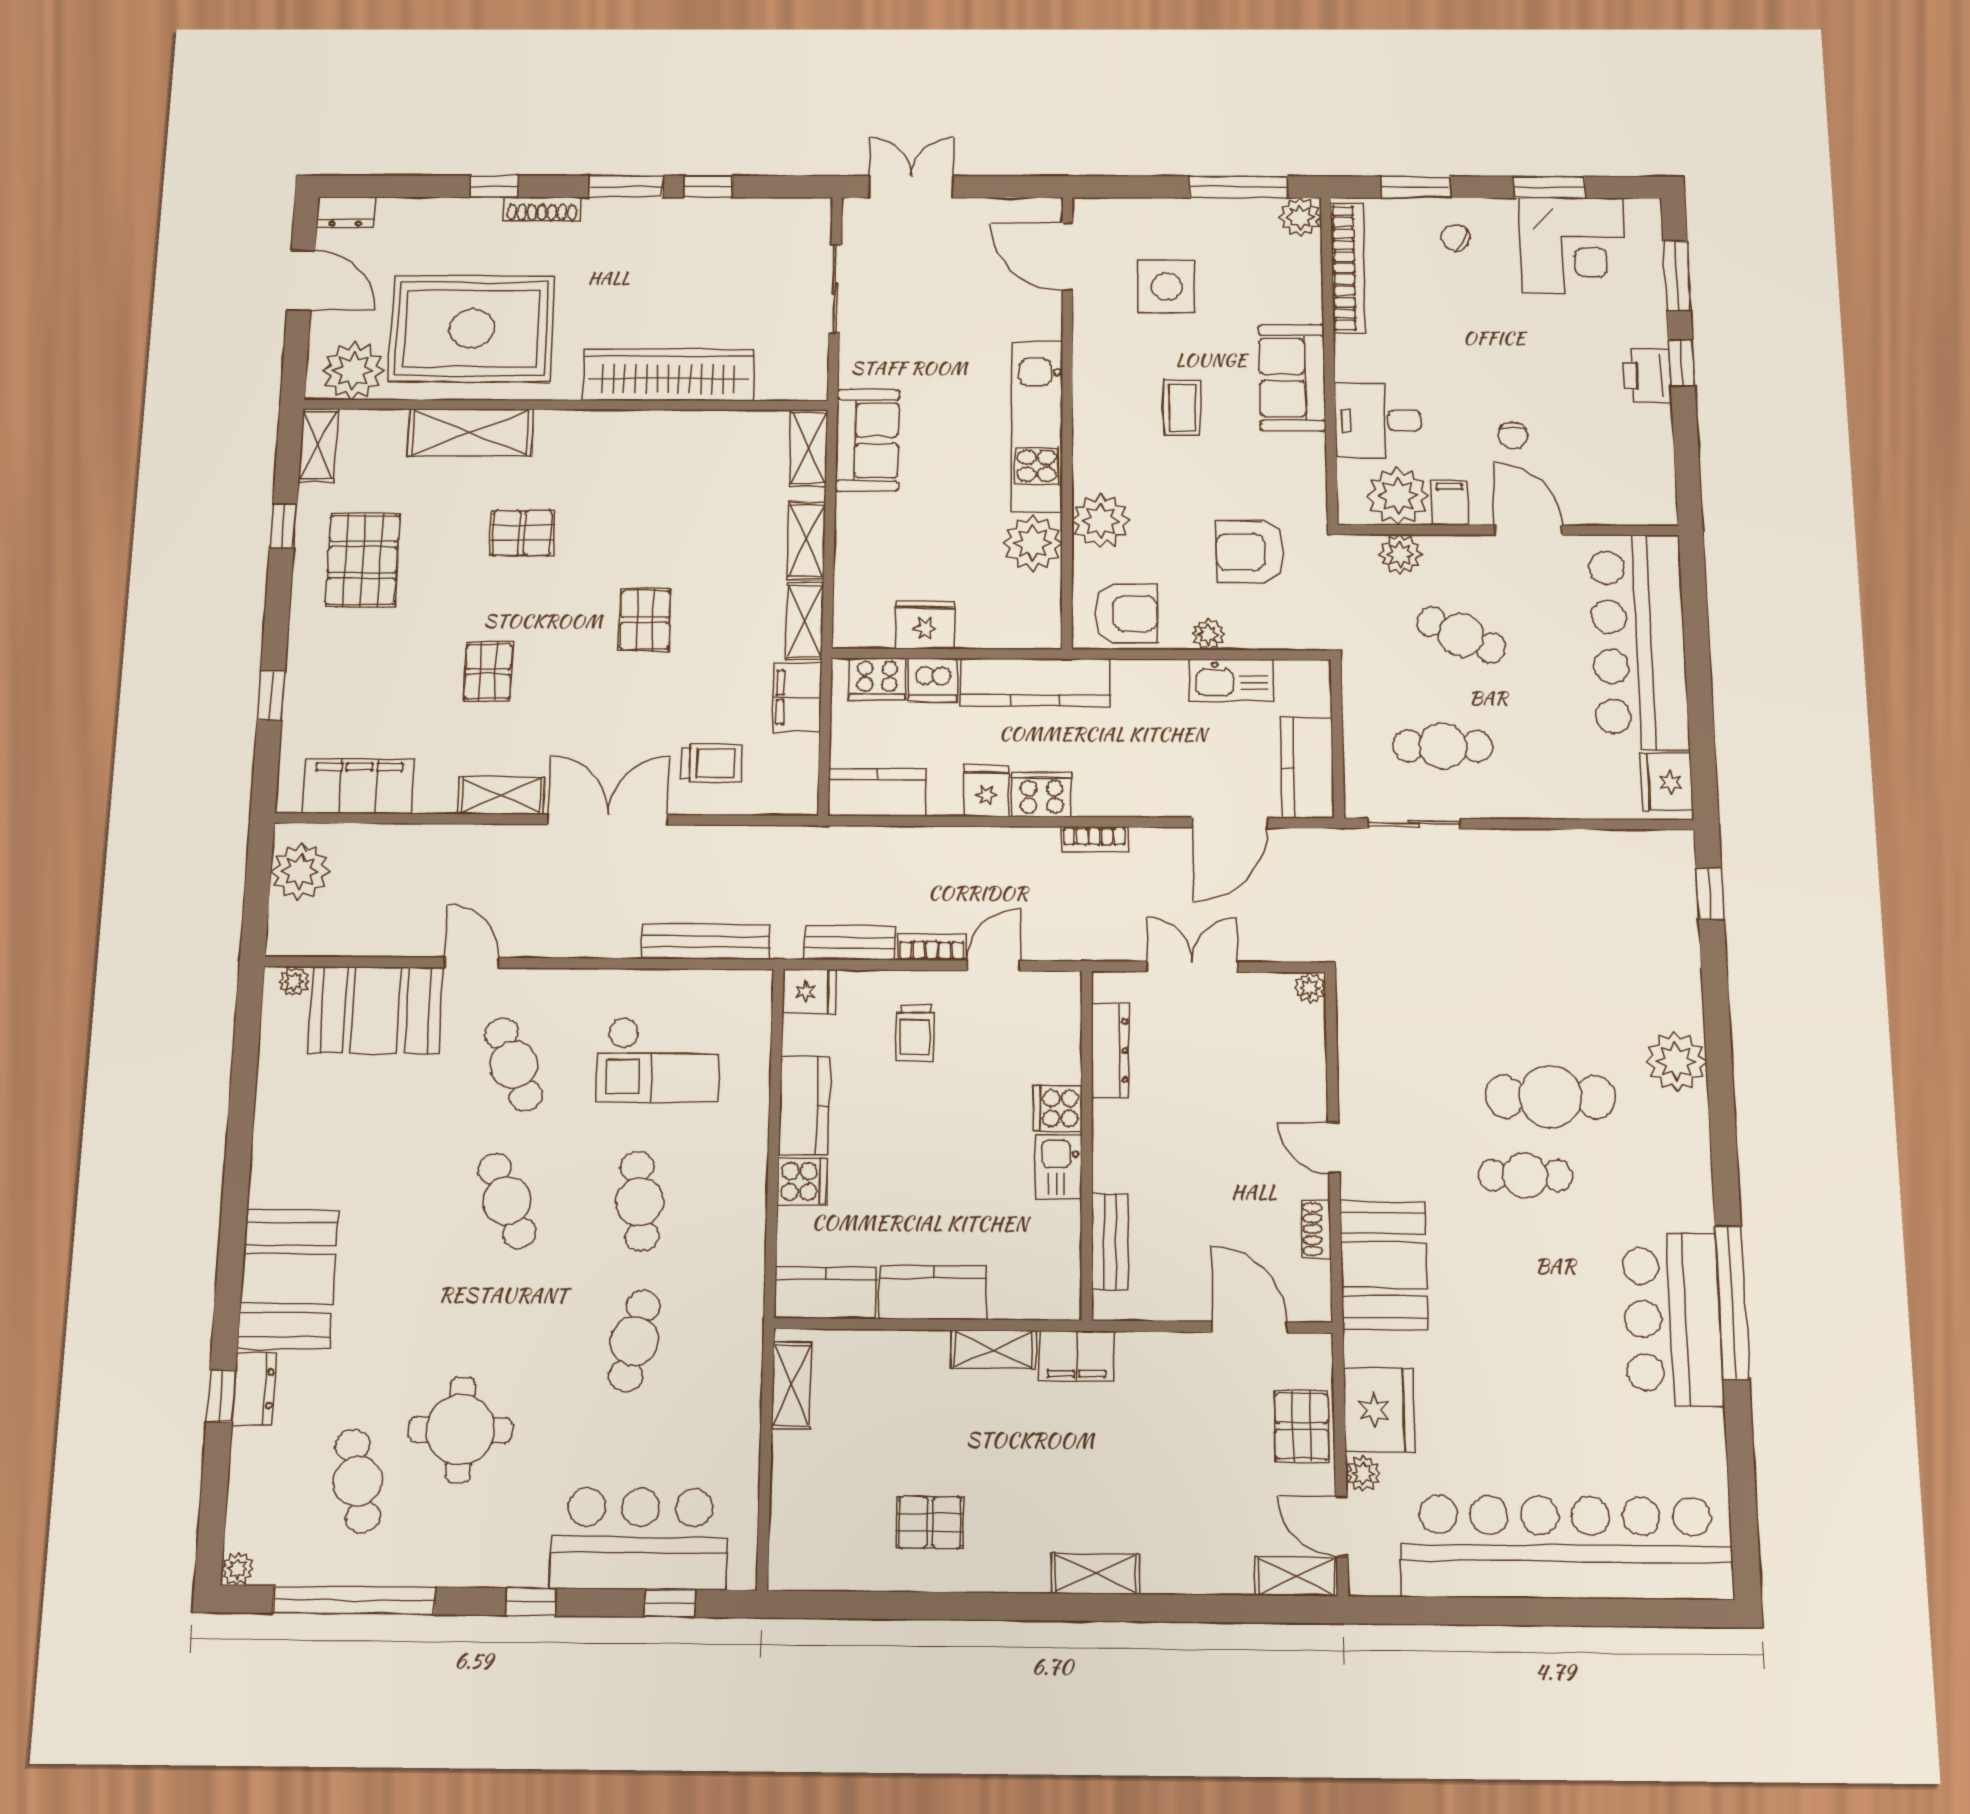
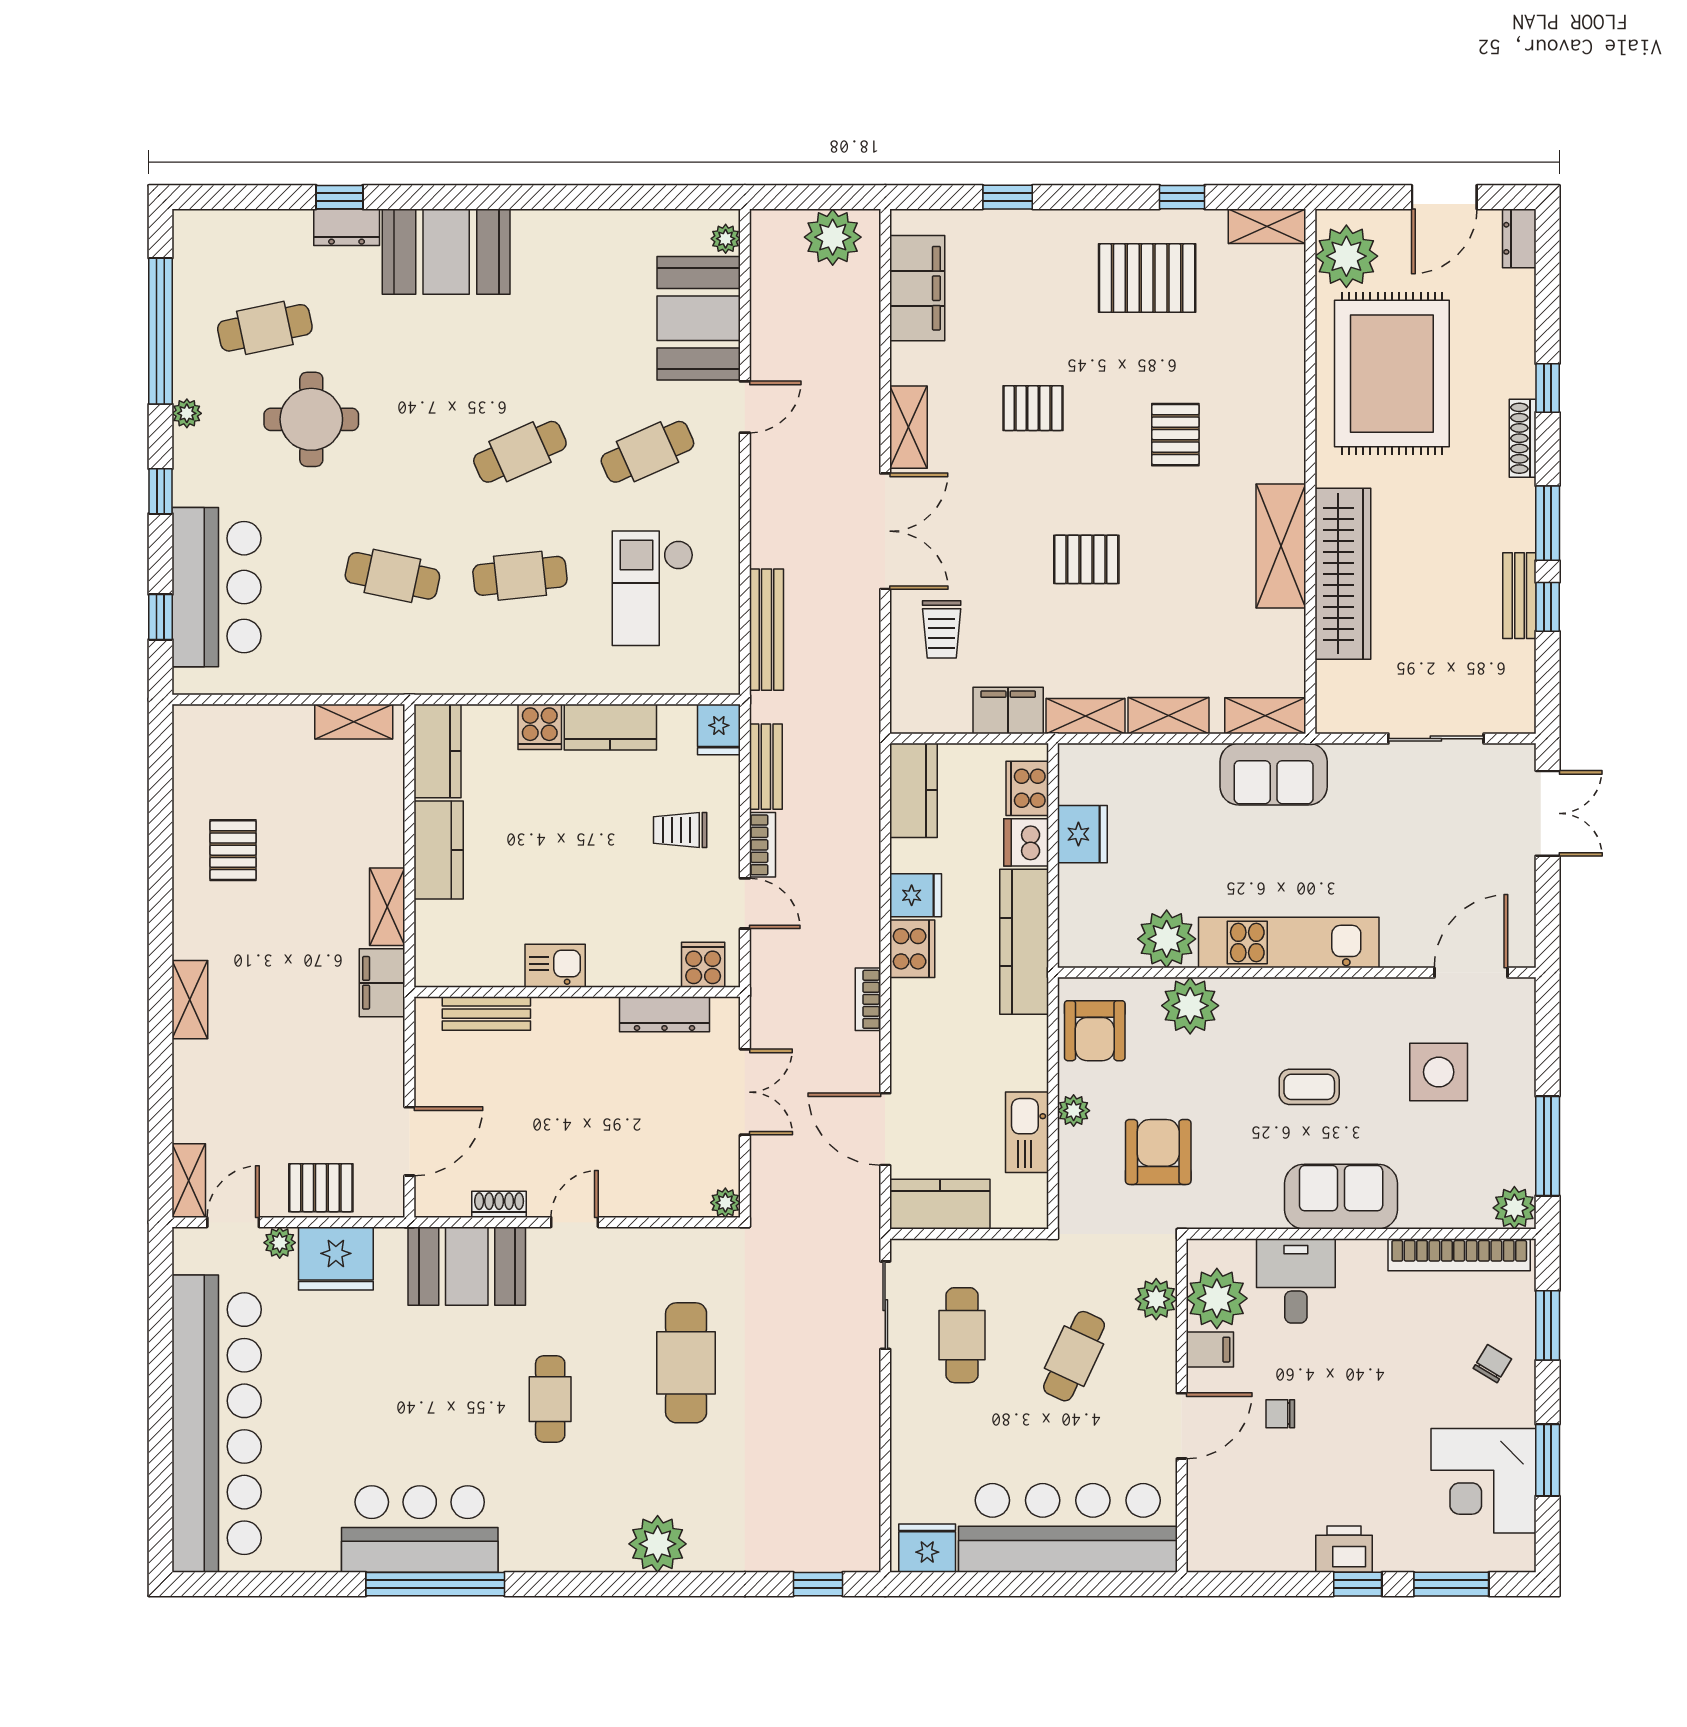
bench: (696, 212) -> (1519, 596), added
shelving: (471, 432) -> (1281, 546), moved
cafe table: (1550, 1097) -> (686, 1363), moved
cooker: (1058, 1108) -> (703, 965), moved
plant: (237, 1569) -> (187, 413), moved

